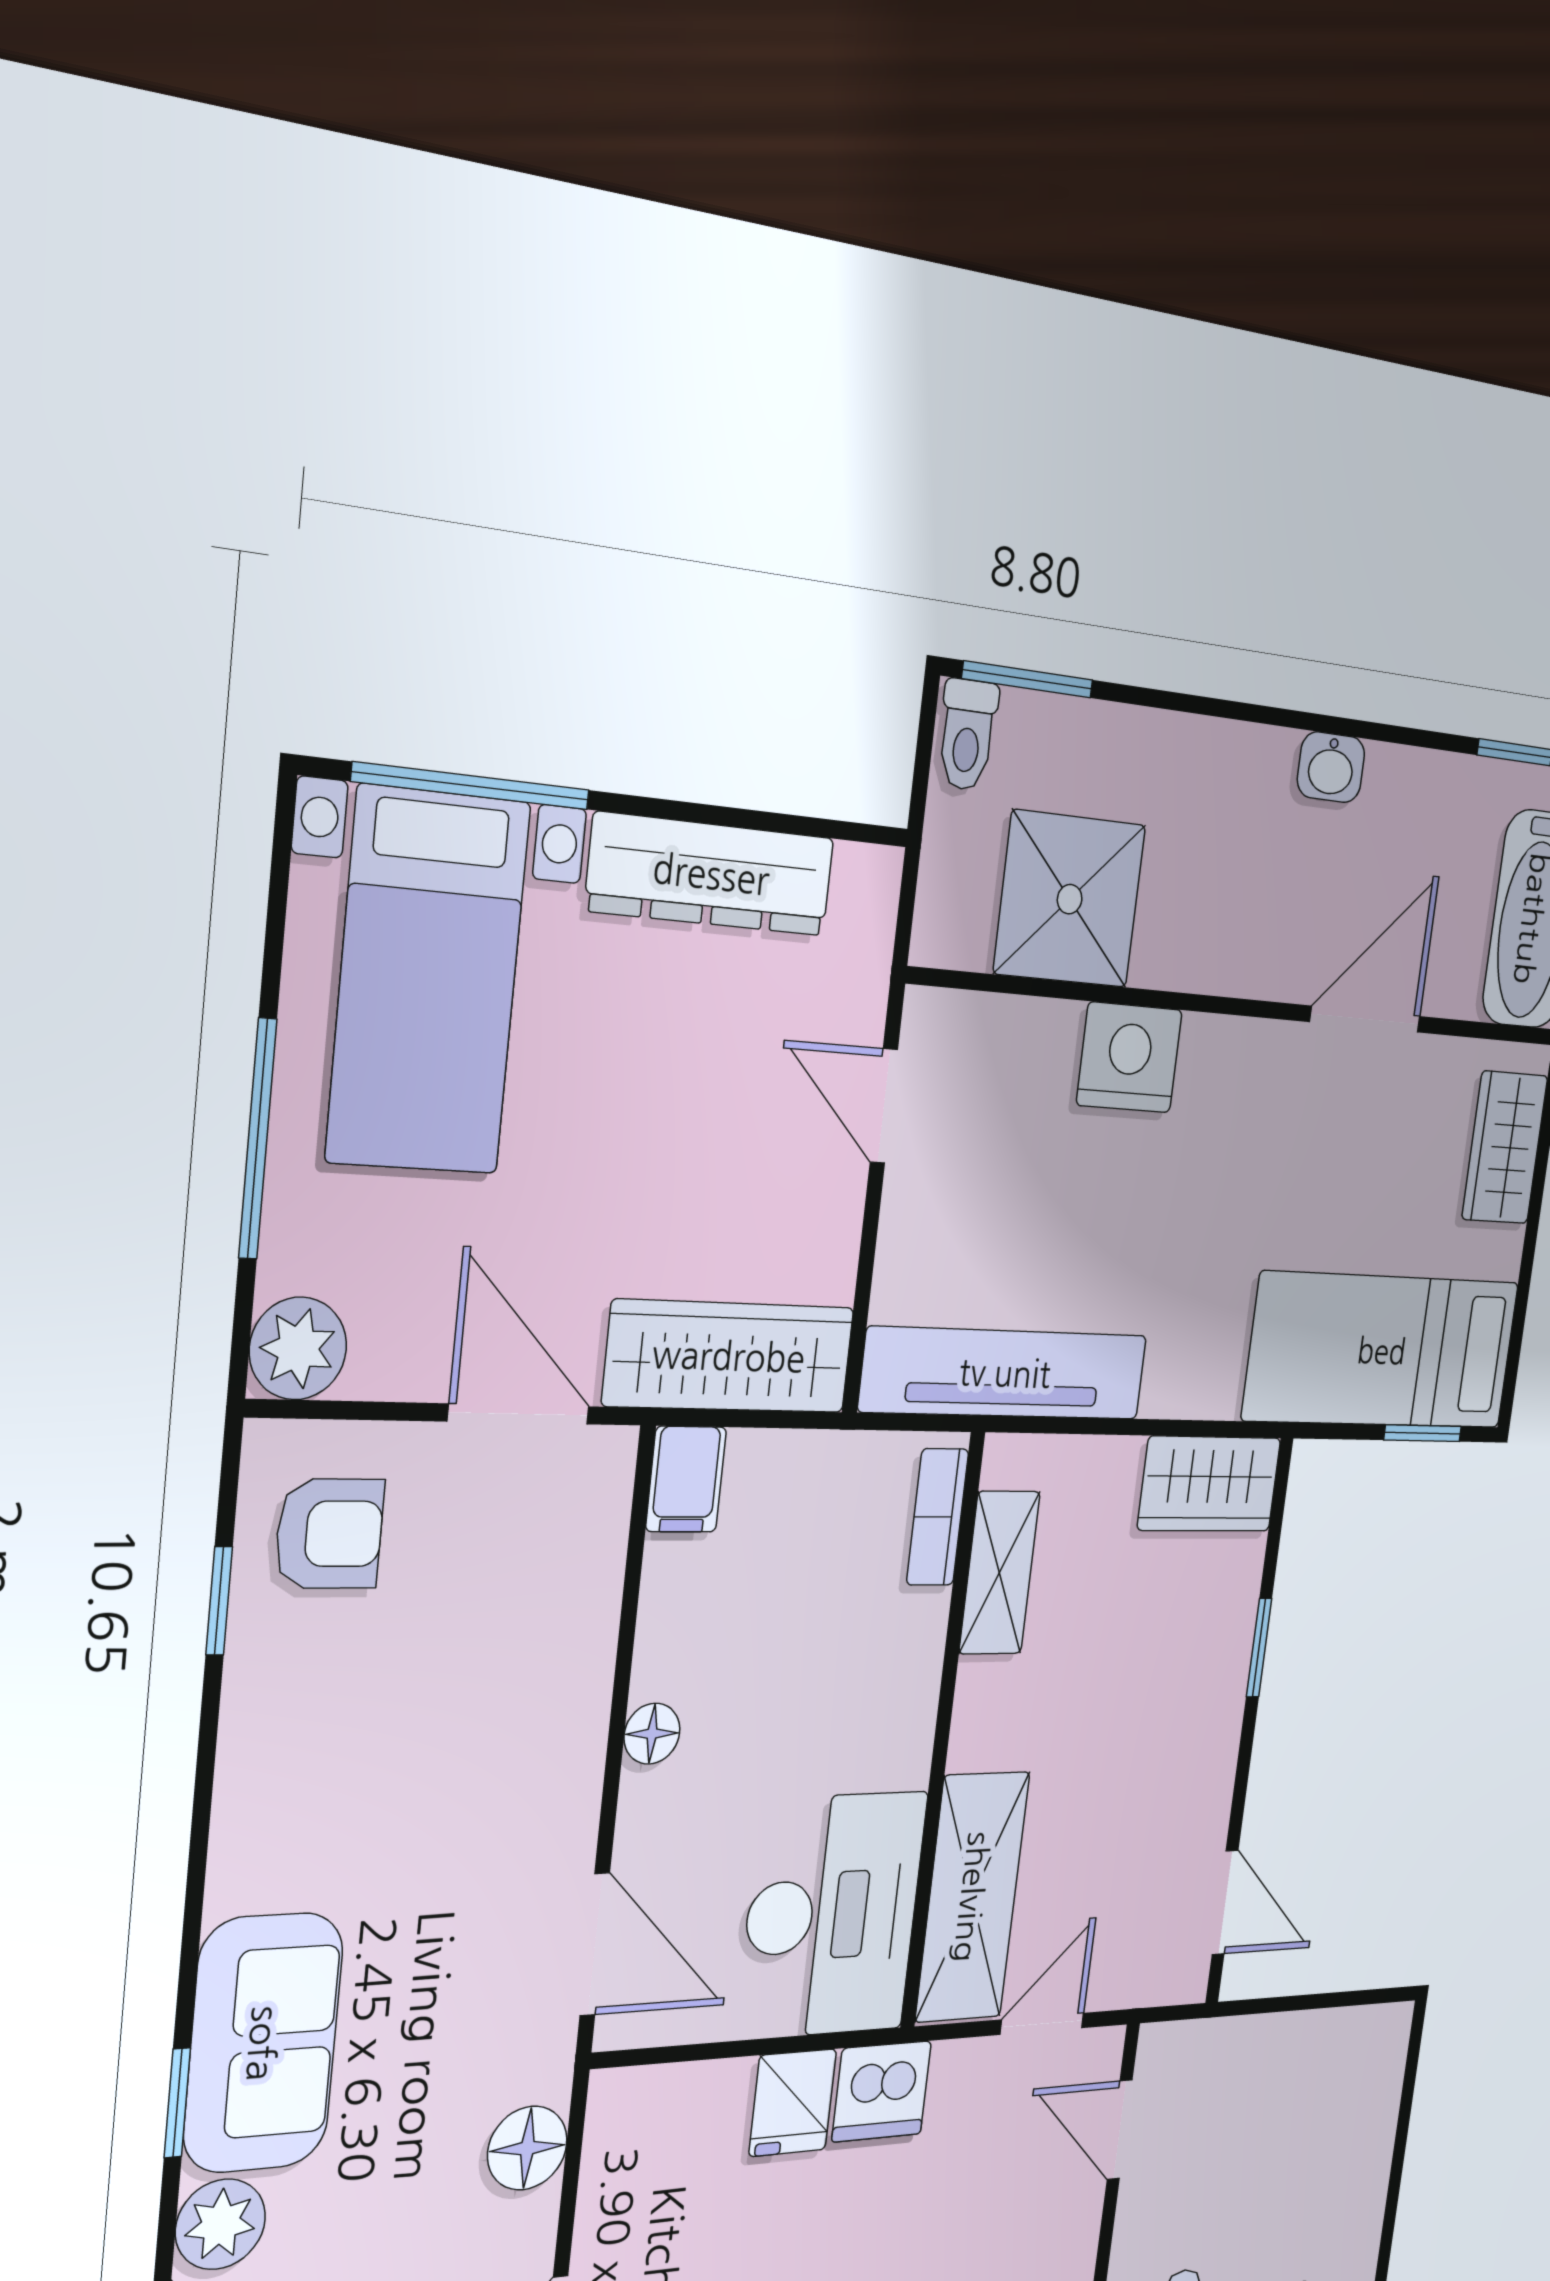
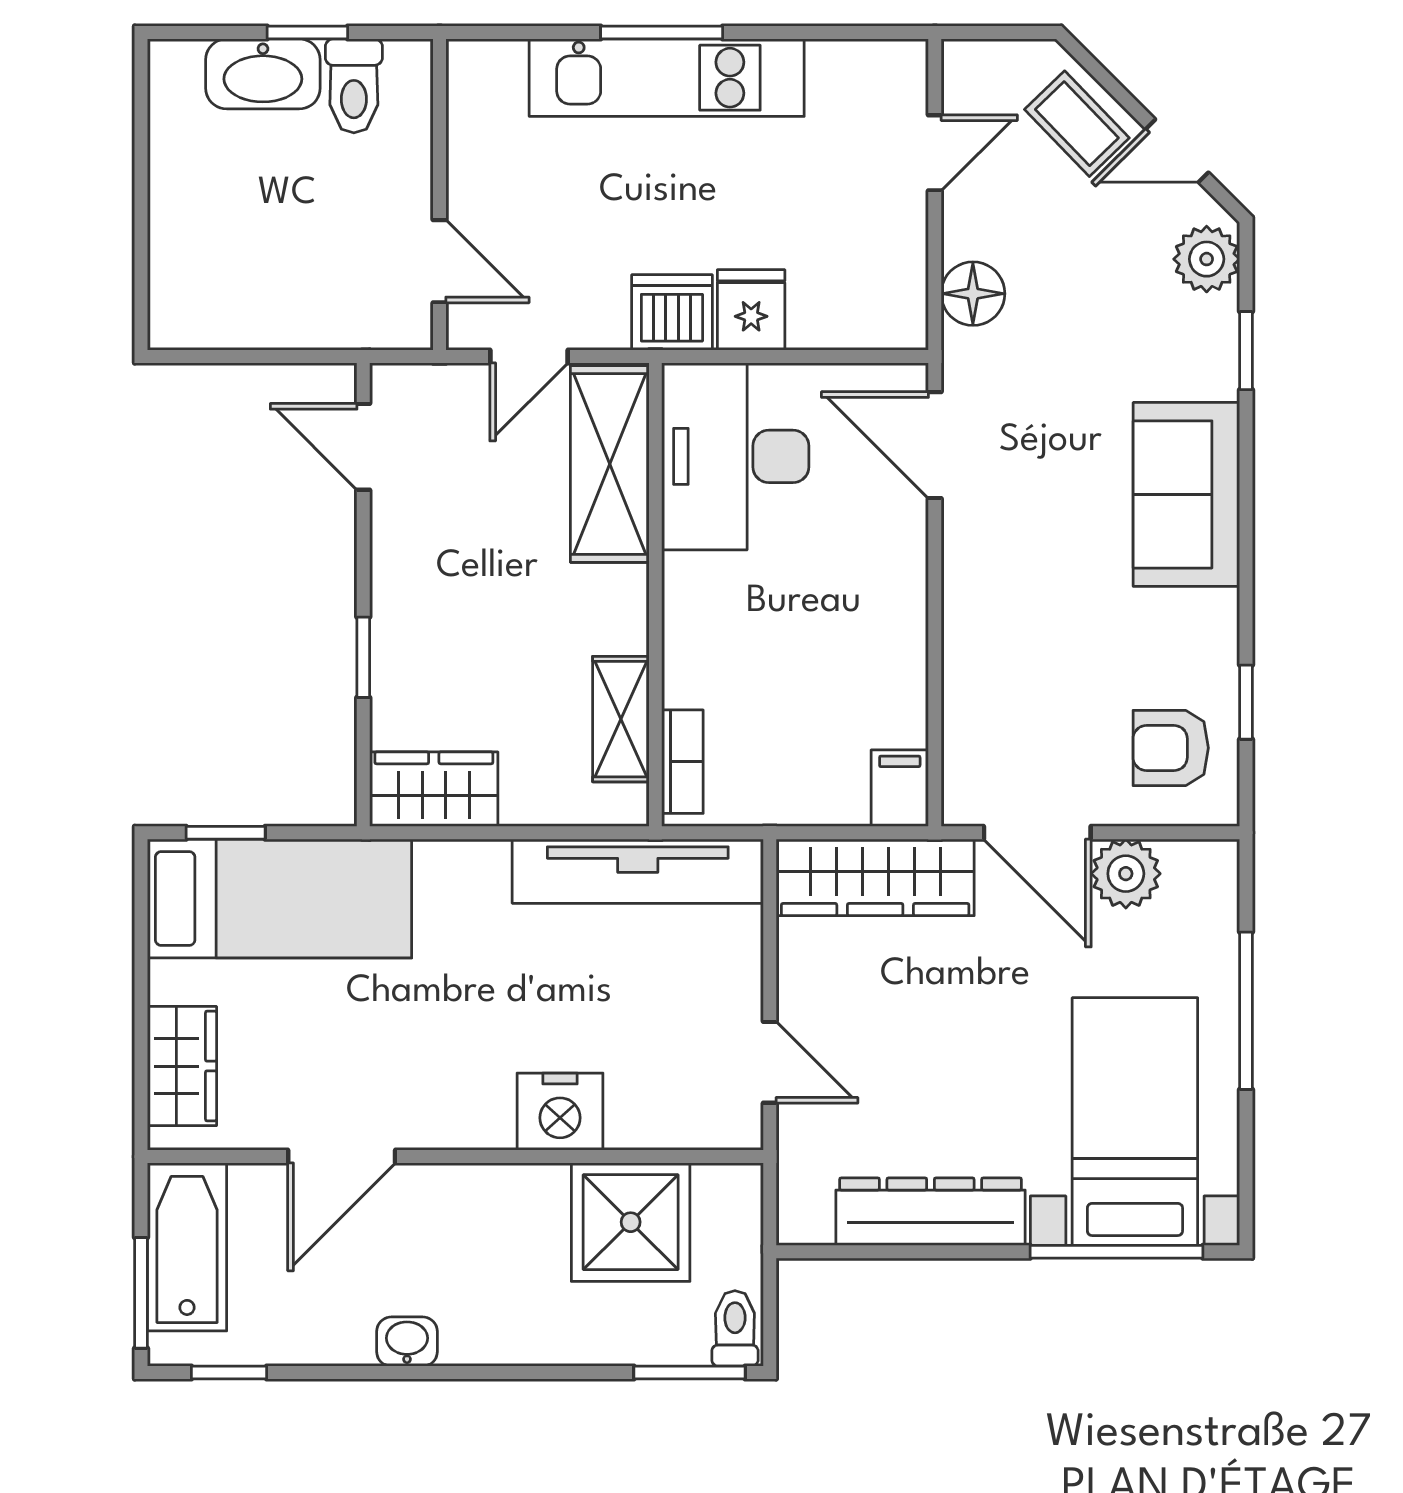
plant: (298, 1348) -> (1126, 874), moved
floor lamp: (652, 1734) -> (906, 602), removed
sofa: (263, 2043) -> (1186, 494), moved

